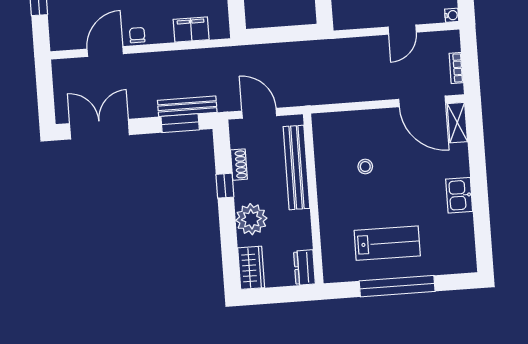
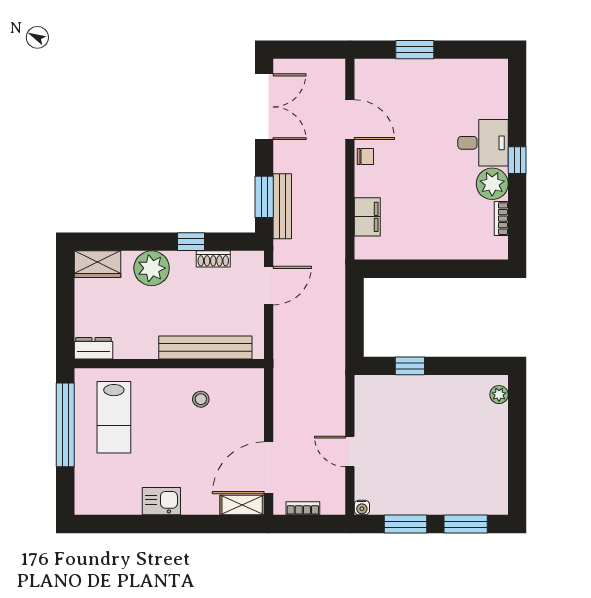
bench: (296, 167) -> (205, 348), moved
wall: (313, 199) -> (169, 364), moved
dresser: (305, 268) -> (94, 348), moved

